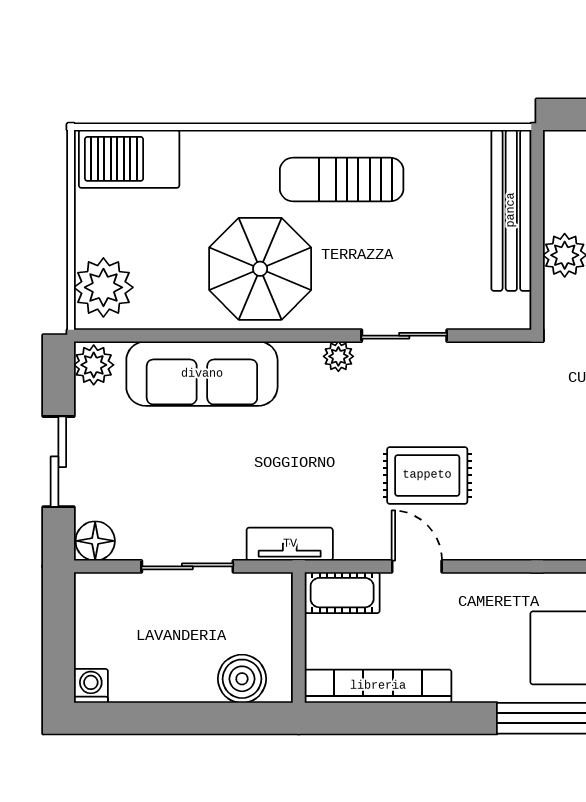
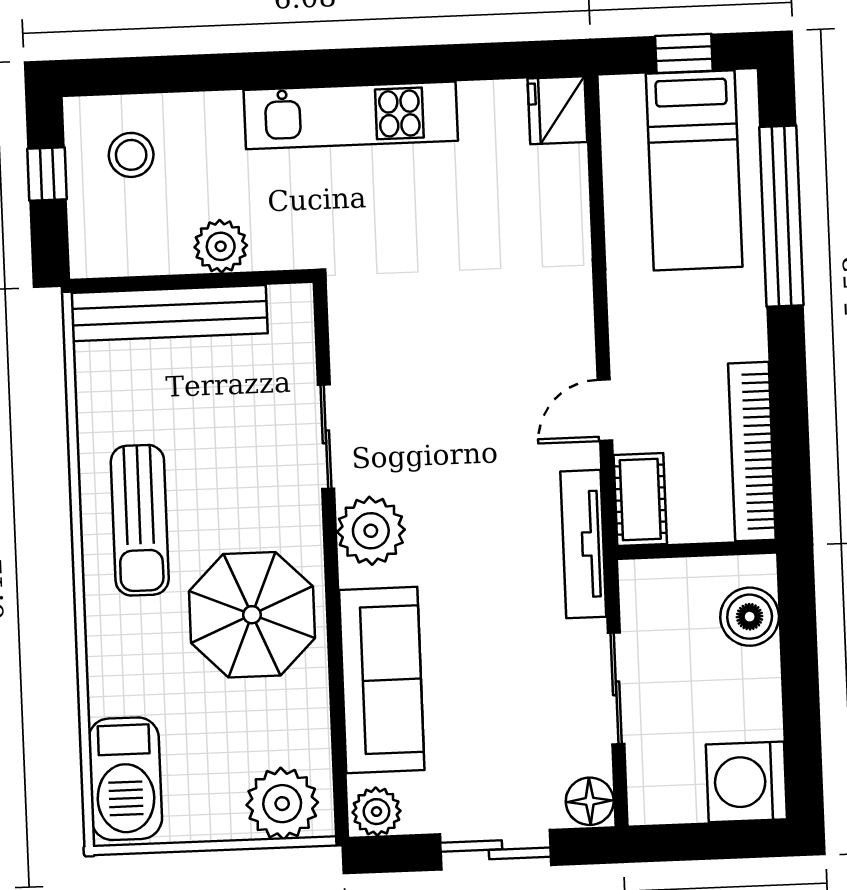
plant: (338, 356) -> (371, 531), width x1.88, depth x1.88
rug: (427, 475) -> (494, 402), removed
tv unit: (290, 544) -> (583, 544), width x1.41
washing machine: (91, 686) -> (746, 782), width x1.89, depth x1.89

